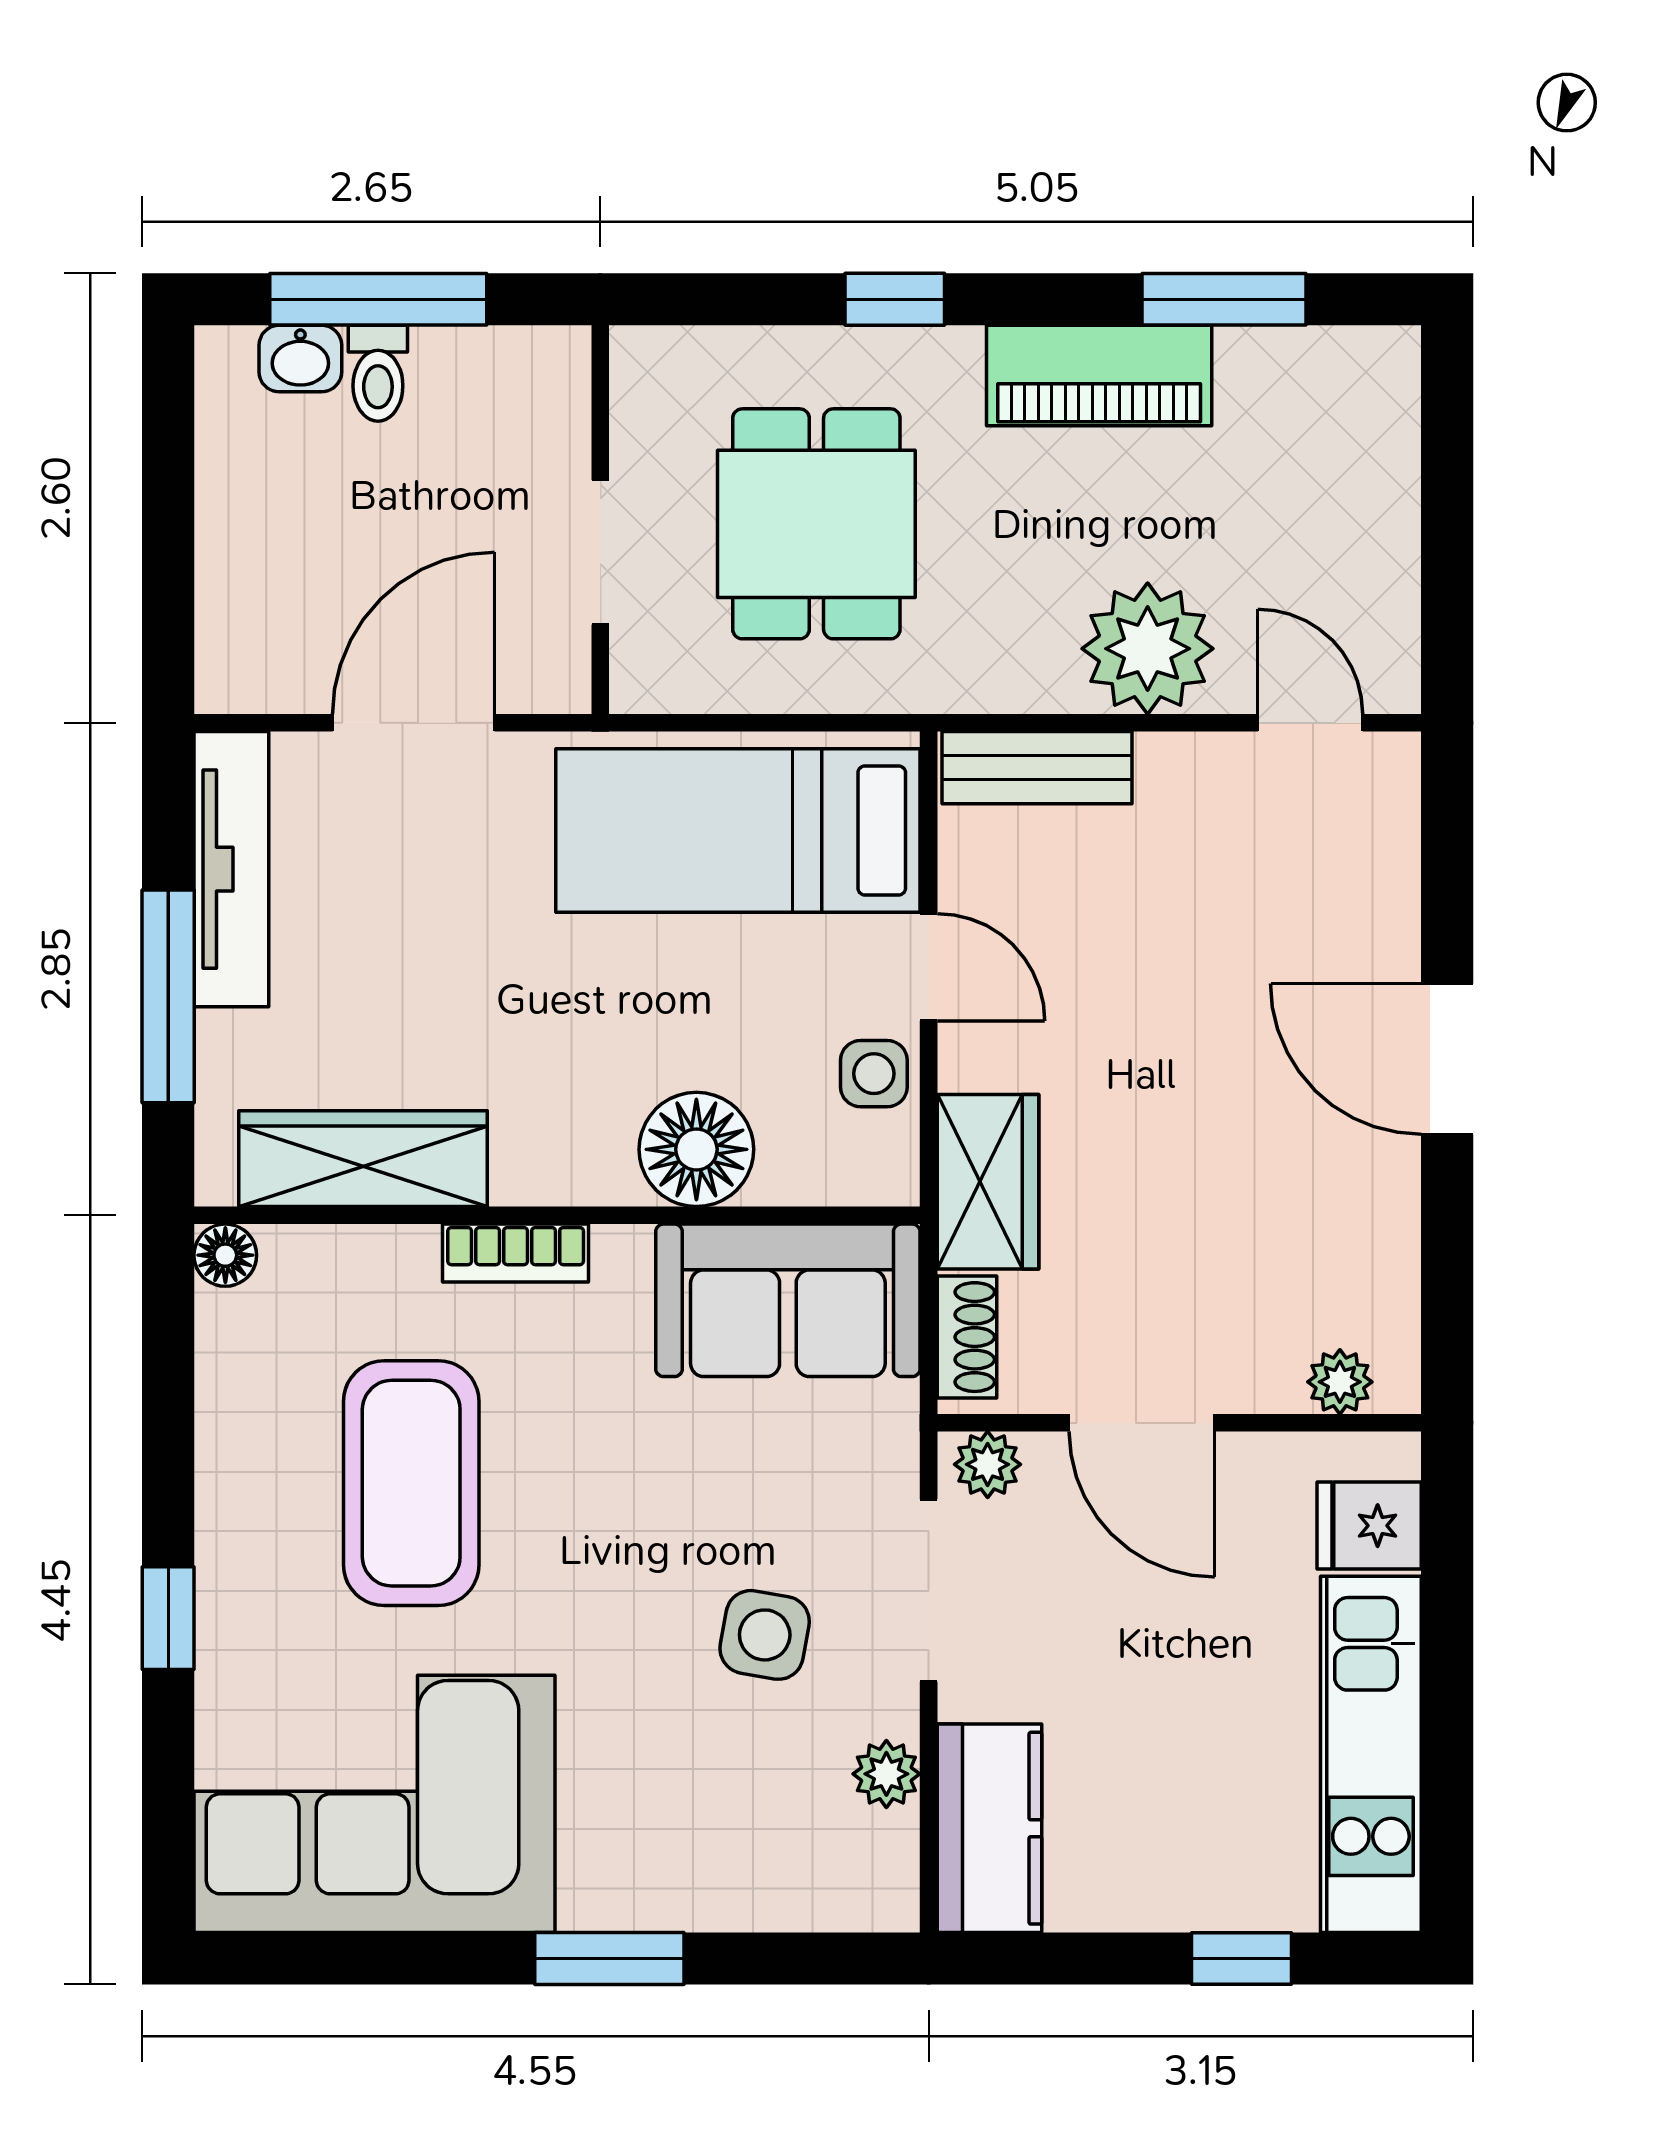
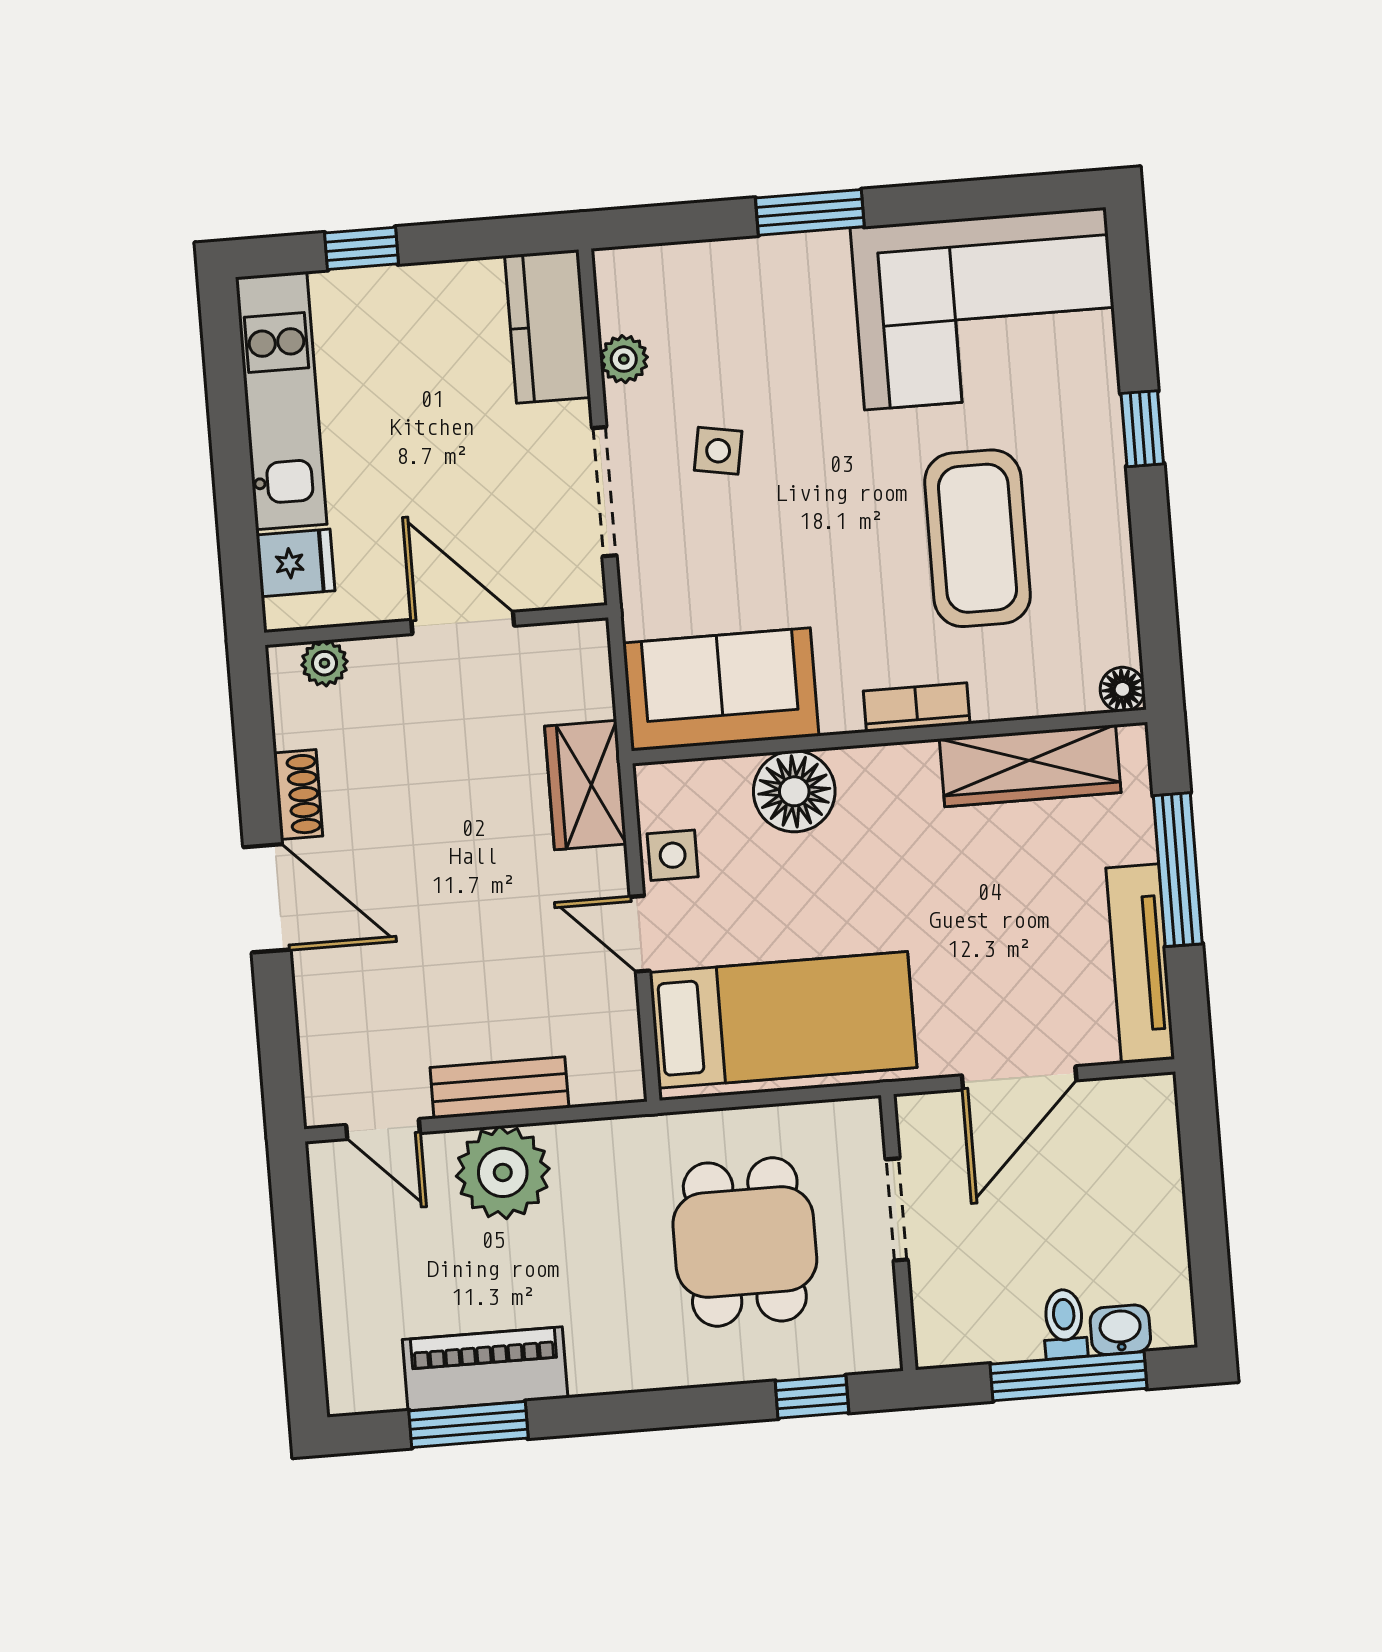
window: (895, 299) -> (812, 1397), moved
piano: (1099, 376) -> (485, 1369), moved
bench: (1037, 768) -> (499, 1088), moved
shoe rack: (967, 1337) -> (298, 795), moved, turned 180
plant: (988, 1464) -> (570, 584), removed
side table: (765, 1635) -> (718, 451), width x0.73, depth x0.73

